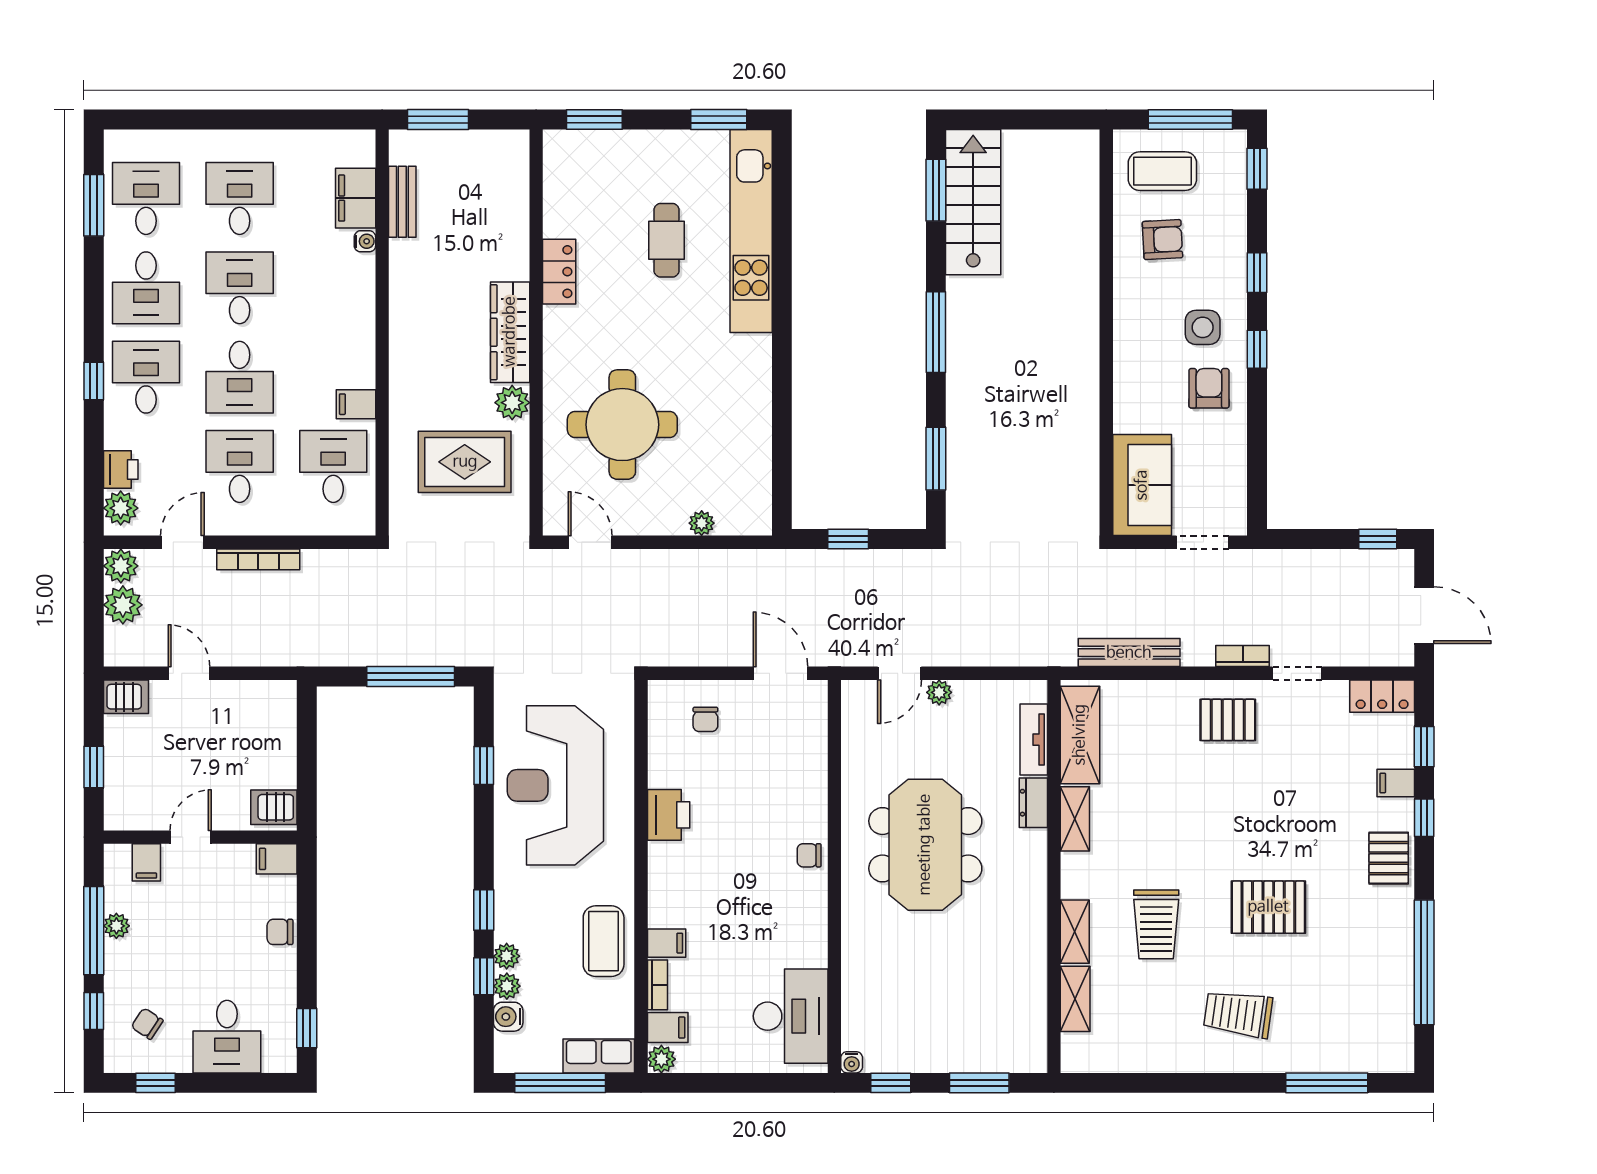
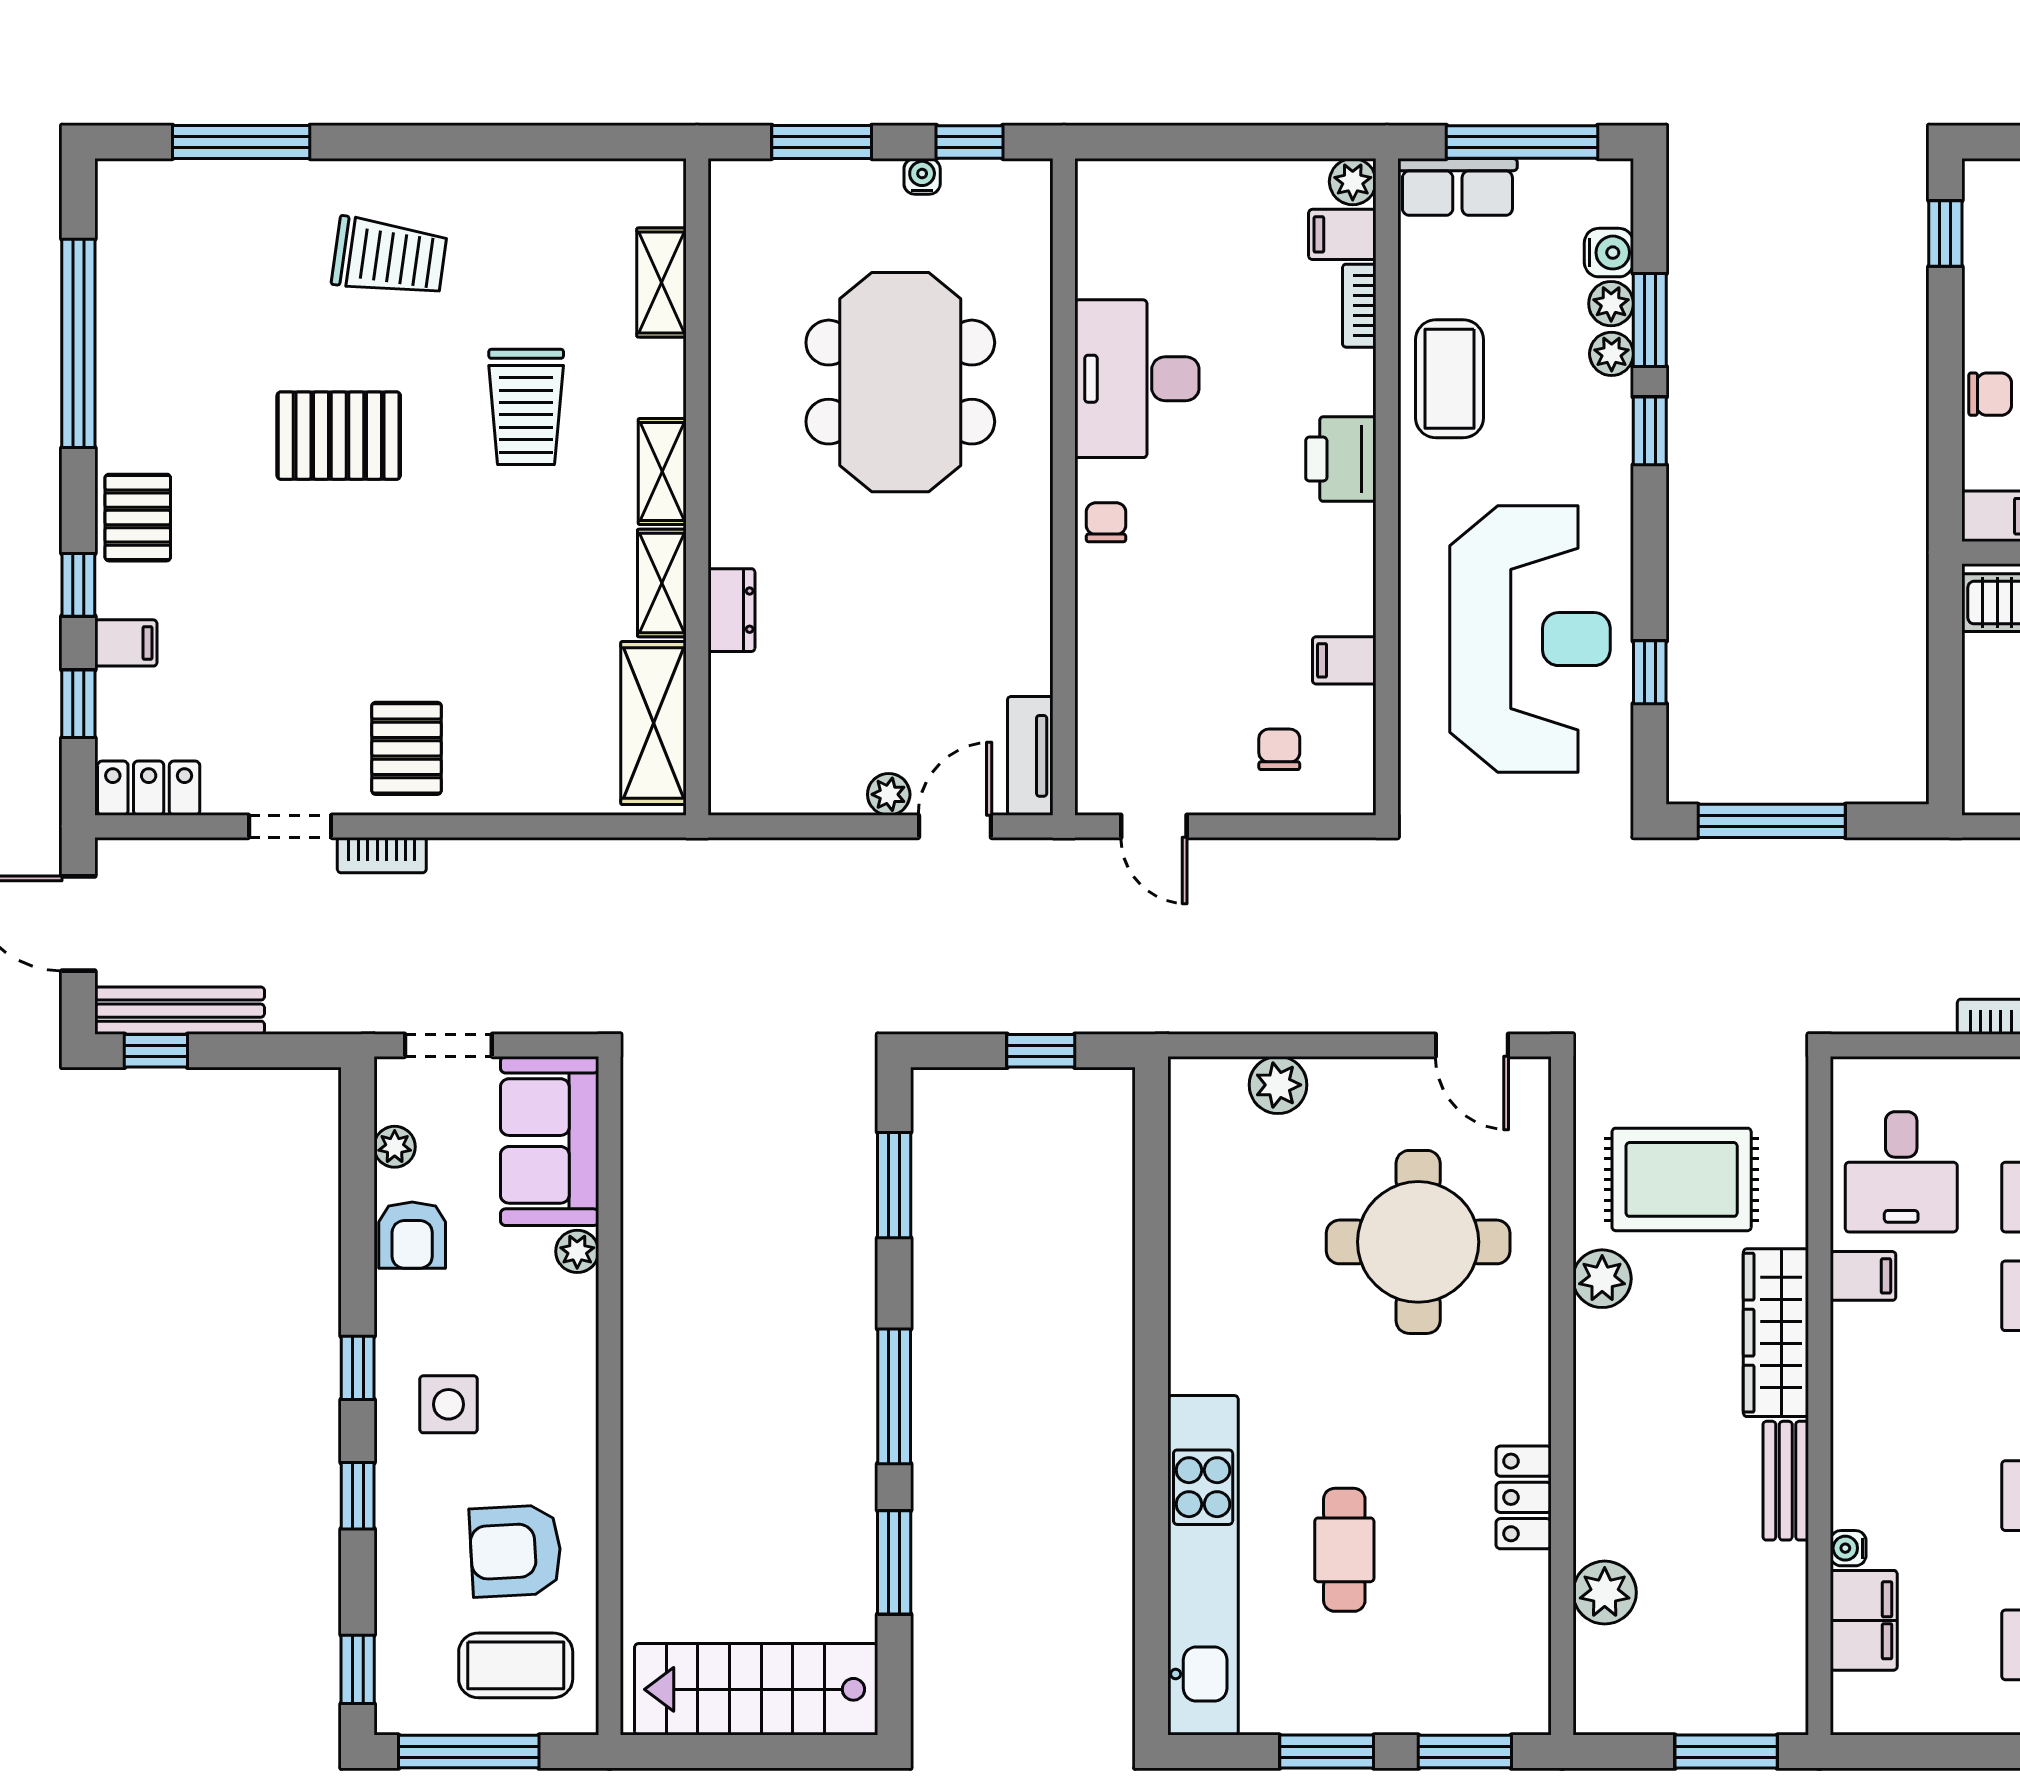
window: (719, 120) -> (1327, 1752), moved
window: (936, 190) -> (894, 1562), moved
bench: (402, 202) -> (1786, 1481), moved
stairs: (973, 202) -> (756, 1689), moved, turned 90
plant: (511, 215) -> (1605, 1593), added
armchair: (1163, 240) -> (516, 1551), width x1.38, depth x1.38
wardrobe: (510, 332) -> (1776, 1333), moved, turned 180
armchair: (1209, 388) -> (412, 1235), moved
plant: (1126, 419) -> (577, 1251), added
plant: (1235, 481) -> (395, 1147), added
plant: (702, 523) -> (1278, 1085), width x1.38, depth x1.38
bench: (1129, 653) -> (180, 1011), moved
door: (780, 673) -> (1154, 826), width x0.73
pallet: (1228, 720) -> (406, 748), turned 90
tv unit: (1034, 740) -> (1030, 756), moved, turned 180
printer: (669, 815) -> (1341, 459), moved
meeting table: (925, 845) -> (900, 382), moved
chair: (809, 855) -> (1106, 522), turned -90
trolley: (1156, 924) -> (526, 407), turned 180
shelving: (1075, 932) -> (662, 472), moved
filing cabinet: (667, 943) -> (1344, 660), moved
window: (484, 976) -> (1650, 320), width x1.50
desk: (791, 1016) -> (1137, 379), moved
water cooler: (852, 1062) -> (922, 176), moved

